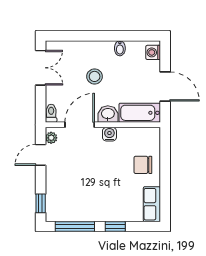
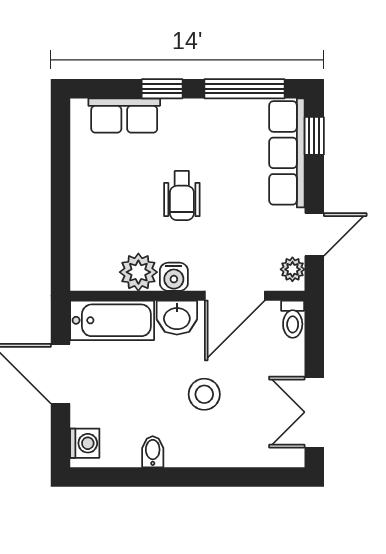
plant: (127, 136) -> (138, 272), added
chair: (143, 165) -> (106, 214), removed
wheelchair: (106, 174) -> (182, 196), added
row of seats: (54, 195) -> (287, 153), added
row of seats: (152, 204) -> (124, 115), moved, turned 90

